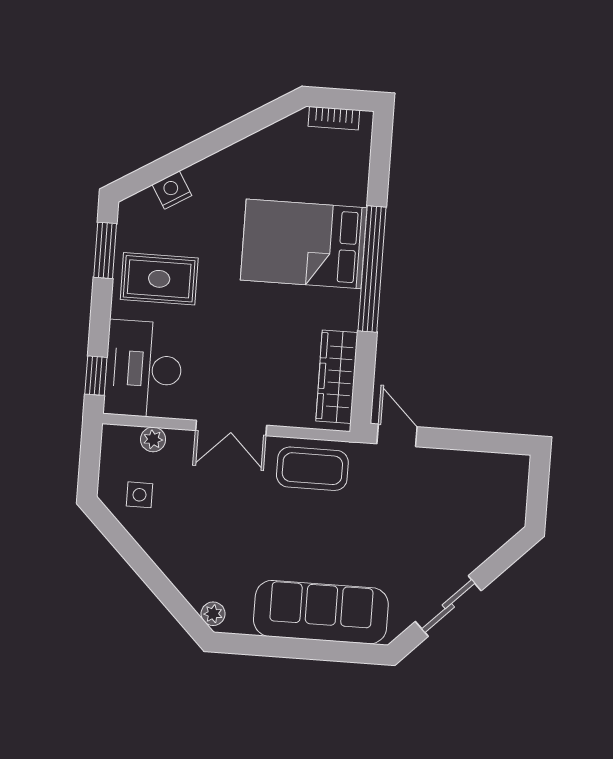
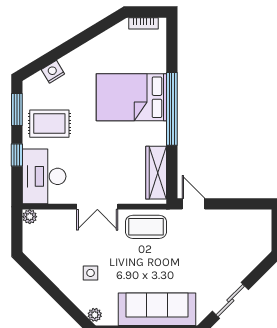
window: (96, 376) -> (17, 155), moved
plant: (153, 439) -> (30, 217), moved
side table: (140, 495) -> (91, 273), moved

